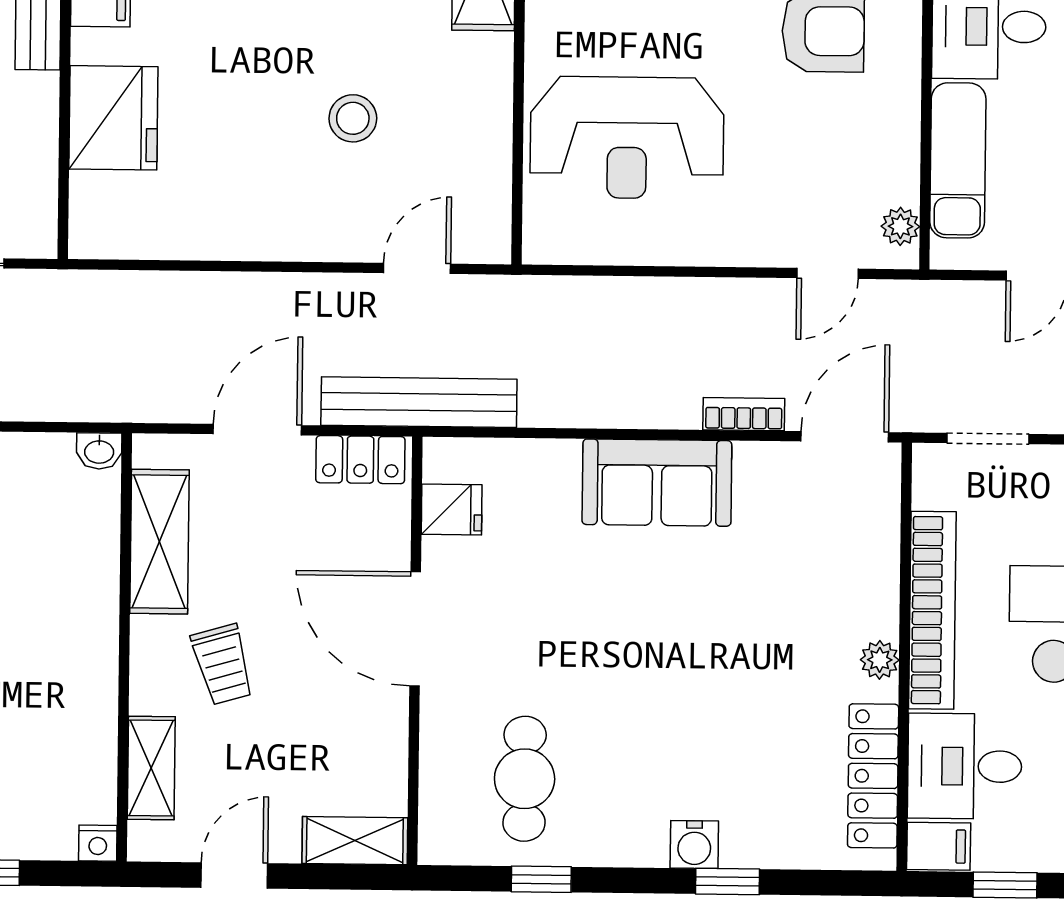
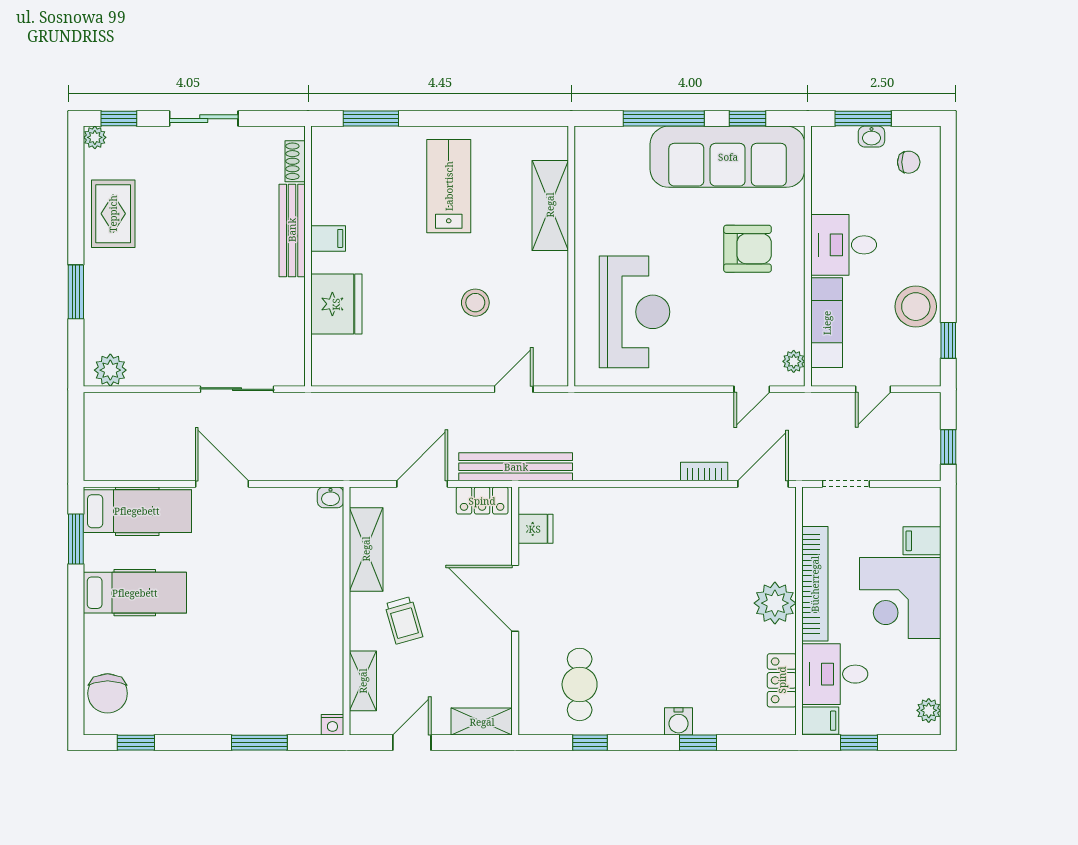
reception desk: (627, 138) -> (634, 312), turned -90
sofa: (657, 483) -> (654, 512), removed
plant: (880, 660) -> (775, 603), width x1.87, depth x1.87
locker: (873, 776) -> (782, 680), width x0.66

